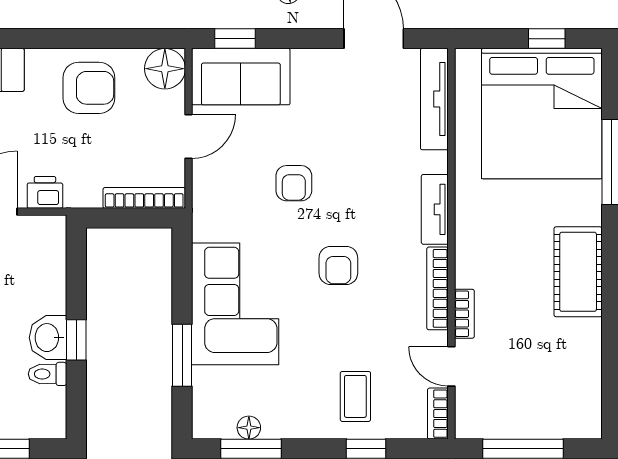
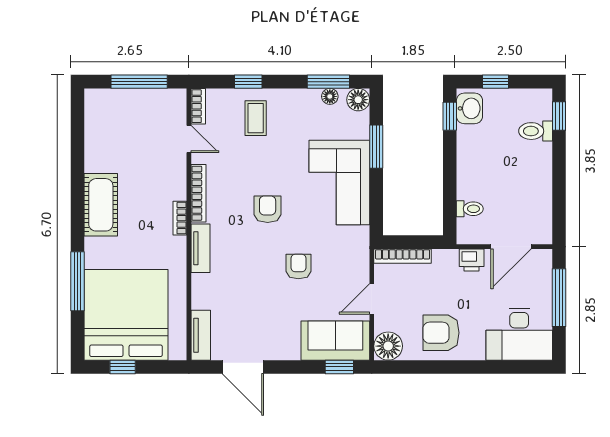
tv unit: (434, 99) -> (201, 335), width x0.71
bookcase: (464, 314) -> (180, 218), moved
washbasin: (48, 338) -> (469, 108), moved
window: (76, 340) -> (450, 116), moved
toilet: (48, 374) -> (470, 209), moved
floor lamp: (208, 423) -> (358, 100), added

